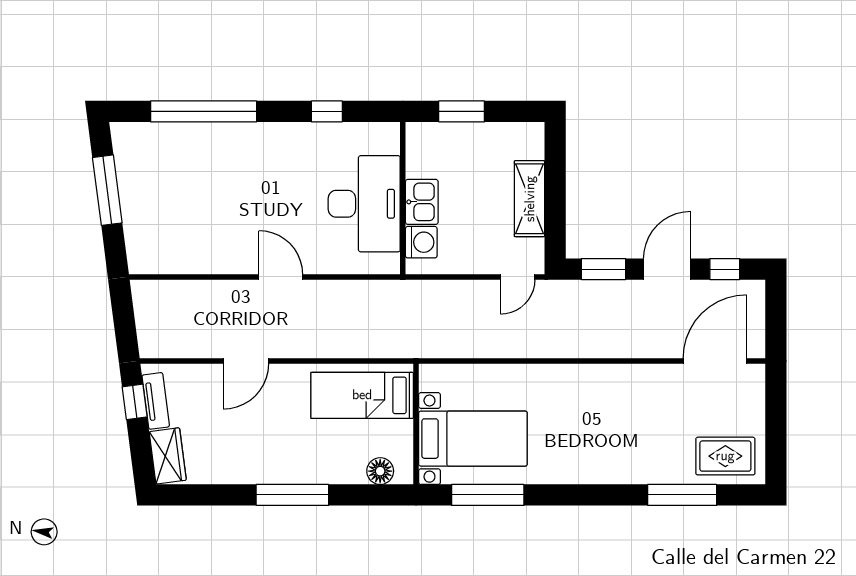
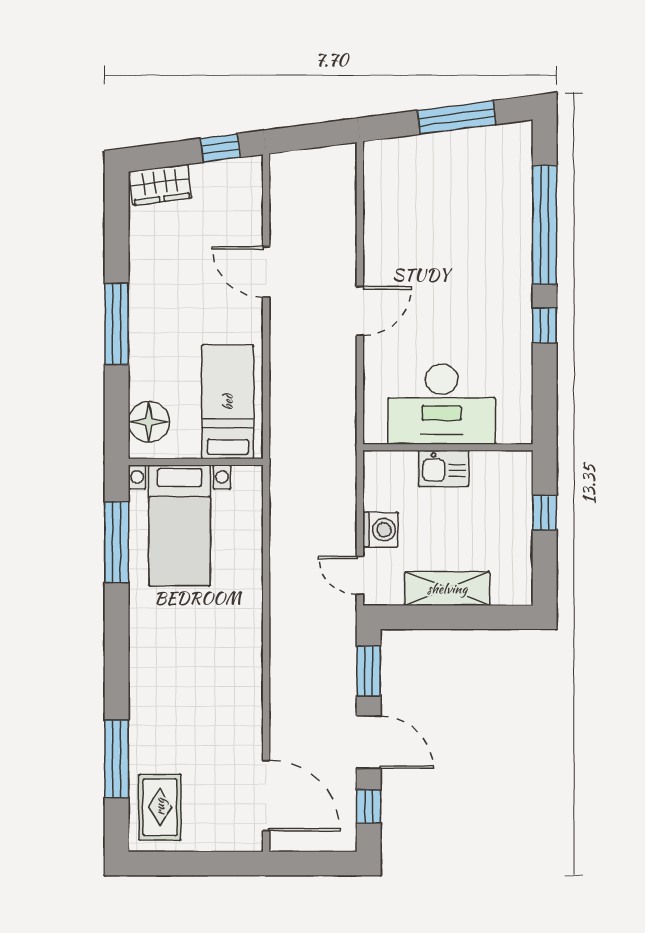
window: (327, 111) -> (545, 325), moved
window: (462, 111) -> (545, 513), width x0.67
washing machine: (421, 242) -> (380, 530), moved, turned -90
tv unit: (156, 401) -> (221, 171), removed
floor lamp: (380, 471) -> (149, 422), width x1.38, depth x1.38

